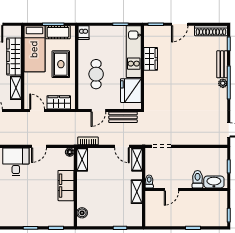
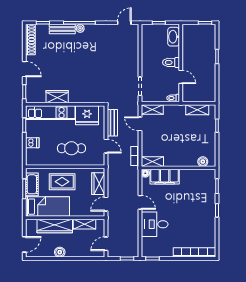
dishwasher: (83, 33) -> (32, 143), moved
door: (122, 146) -> (140, 124), swing flipped
toilet: (198, 179) -> (171, 62), moved
filing cabinet: (66, 186) -> (165, 177), moved
shelving: (137, 192) -> (197, 110), moved

